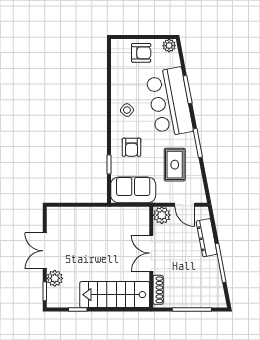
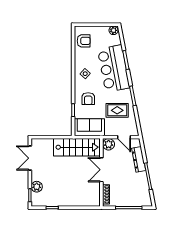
armchair: (141, 53) -> (84, 41), moved
rug: (175, 165) -> (117, 110), turned 90
double door: (45, 251) -> (30, 158), moved
stairs: (115, 295) -> (77, 147), moved, turned 180

